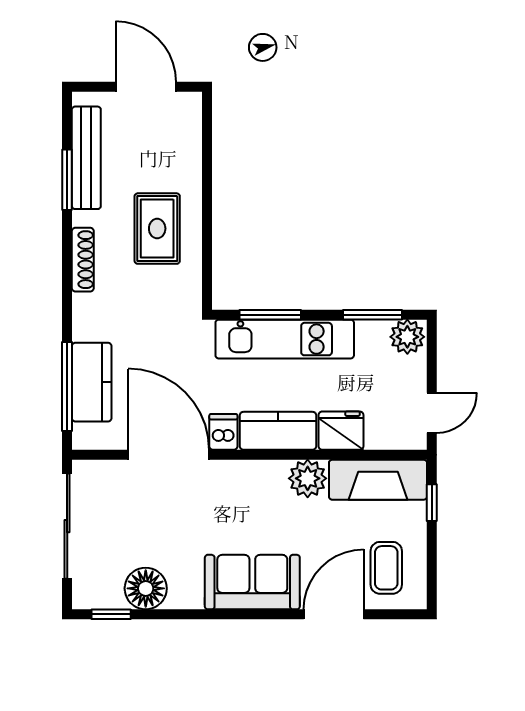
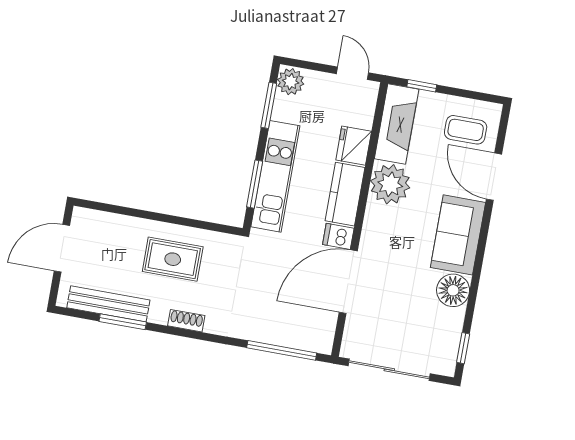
shoe rack: (83, 260) -> (186, 321), width x0.70
kitchen counter: (92, 382) -> (282, 331), removed
plant: (308, 478) -> (390, 184), width x1.36, depth x1.36
floor lamp: (146, 588) -> (453, 290), moved

